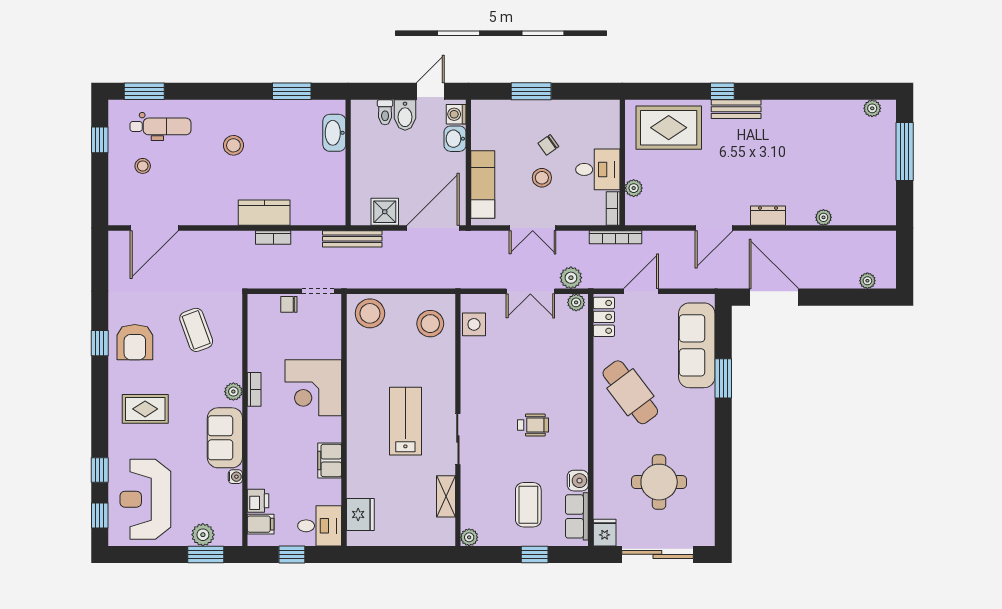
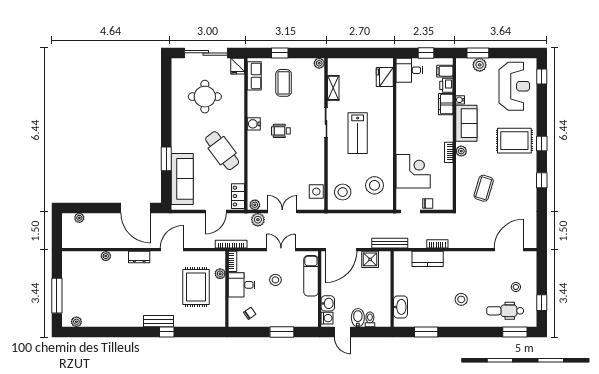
door: (430, 91) -> (343, 332), hinge flipped
rug: (669, 128) -> (196, 287), moved, turned 90
chair: (548, 145) -> (250, 313), moved
kitchen counter: (264, 213) -> (428, 259), moved
stool: (370, 313) -> (374, 185), moved
coffee table: (196, 330) -> (484, 188), turned 37
armchair: (135, 342) -> (521, 181), removed
corner desk: (313, 388) -> (413, 171), moved
rug: (145, 409) -> (514, 141), width x1.36, depth x1.43
filing cabinet: (330, 460) -> (446, 104), moved, turned 180
window: (100, 470) -> (542, 143), moved
water cooler: (578, 481) -> (254, 124), moved

